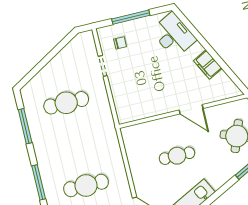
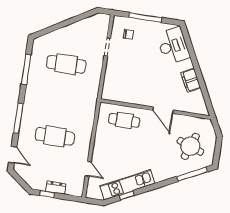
cafe table: (177, 156) -> (124, 120), moved

